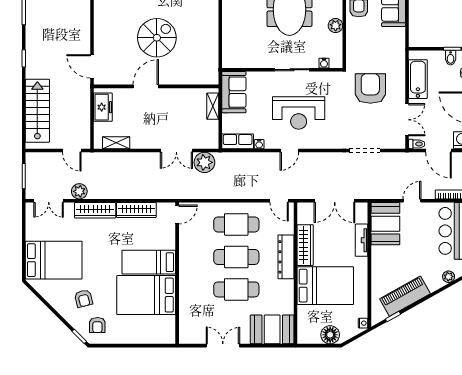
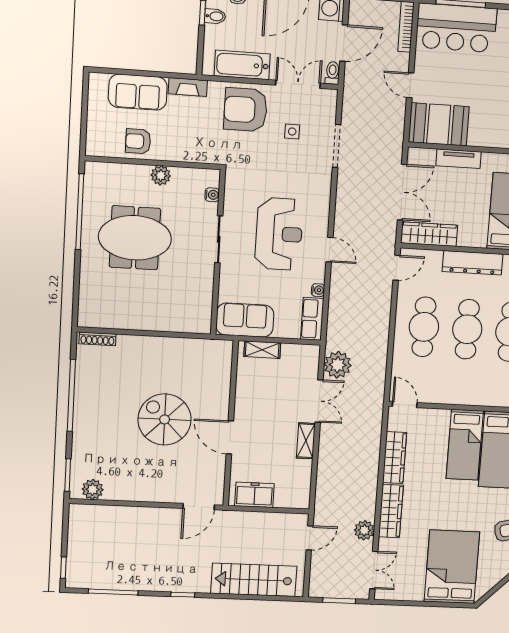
fireplace: (400, 41) -> (188, 87), added
armchair: (370, 88) -> (245, 110), moved
side table: (373, 118) -> (292, 132), added
shelving: (116, 143) -> (306, 441), moved
wardrobe: (305, 245) -> (429, 234), moved

